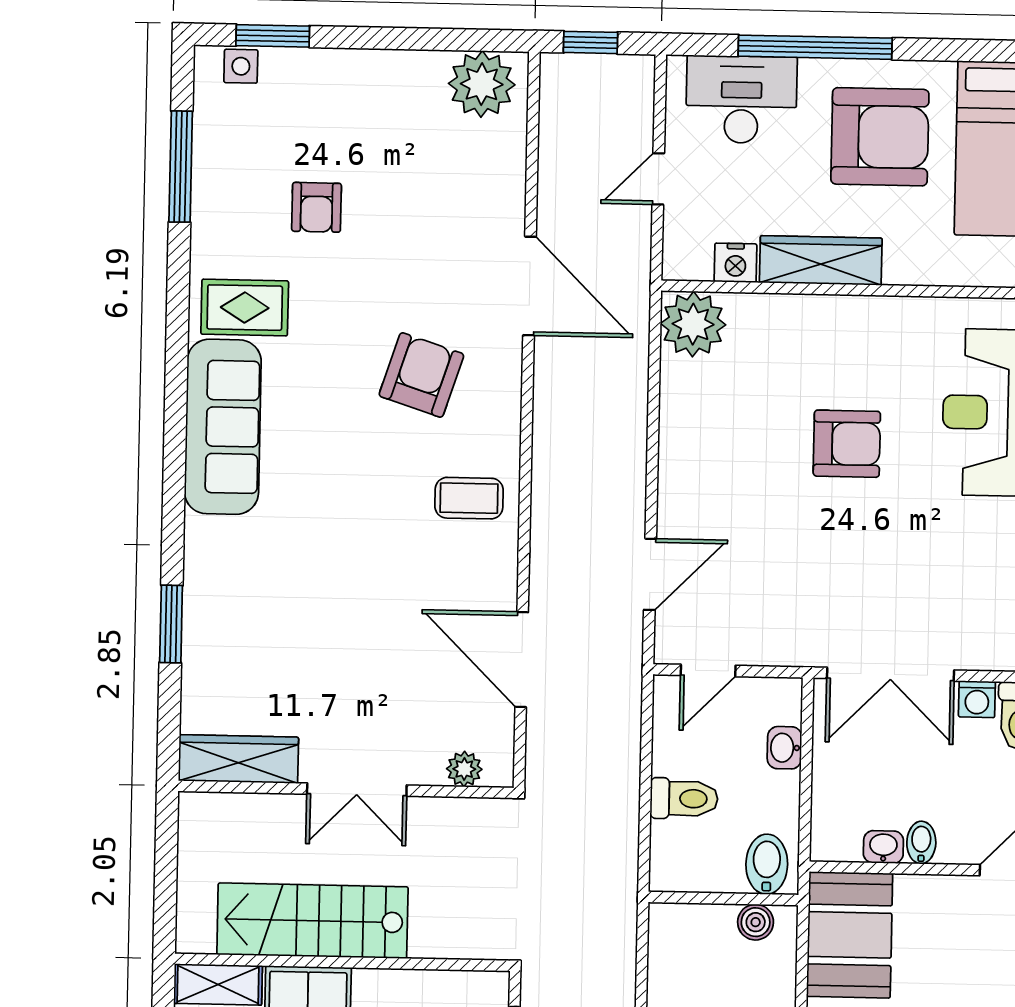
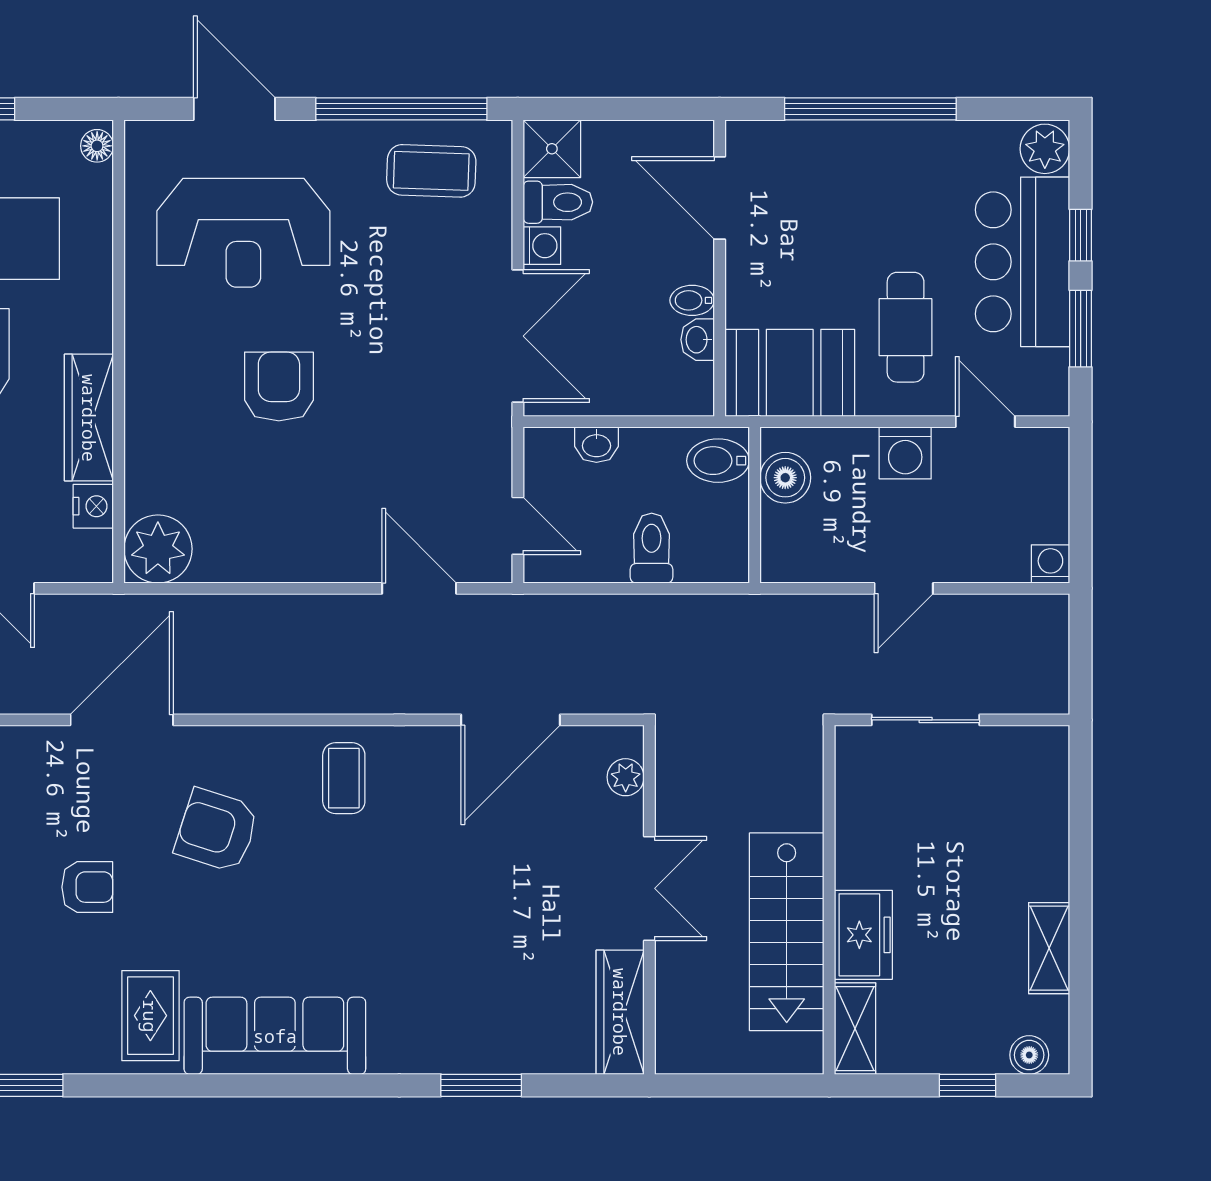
armchair: (317, 207) -> (87, 887), moved
boiler: (756, 922) -> (785, 478), width x1.36, depth x1.36

